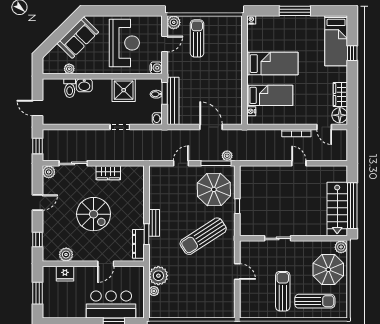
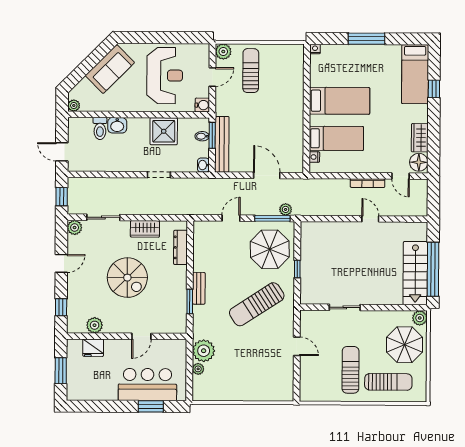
plant: (69, 69) -> (74, 106), moved
dresser: (138, 244) -> (180, 247), moved

